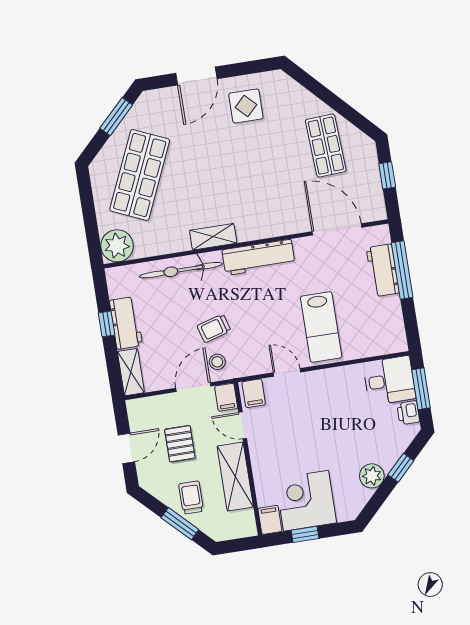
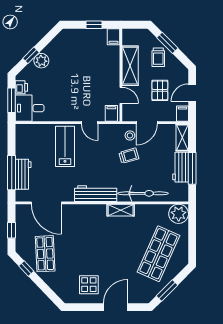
window: (353, 116) -> (26, 268), added
window: (107, 324) -> (192, 168), width x2.17
filing cabinet: (226, 397) -> (182, 114), moved
plant: (372, 476) -> (41, 61), moved
corner desk: (306, 501) -> (90, 45), removed

